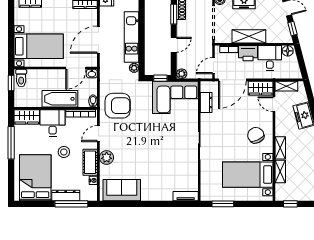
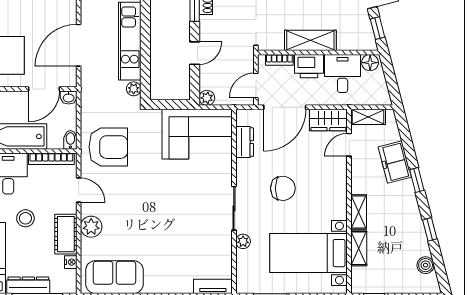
window: (160, 78) -> (174, 105), removed
door: (274, 104) -> (349, 145), hinge flipped
door: (98, 134) -> (79, 190), swing flipped
chair: (256, 135) -> (283, 188), moved, turned 115
plant: (205, 167) -> (243, 241), added

